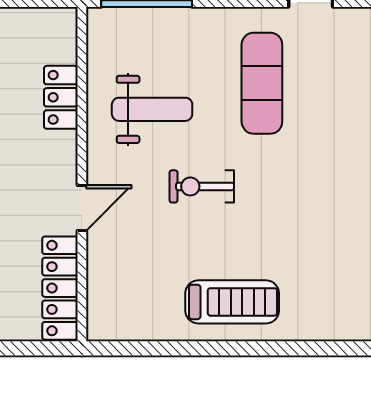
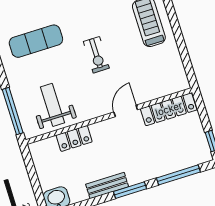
weight bench: (152, 109) -> (53, 105), moved
door: (82, 208) -> (126, 111), hinge flipped

